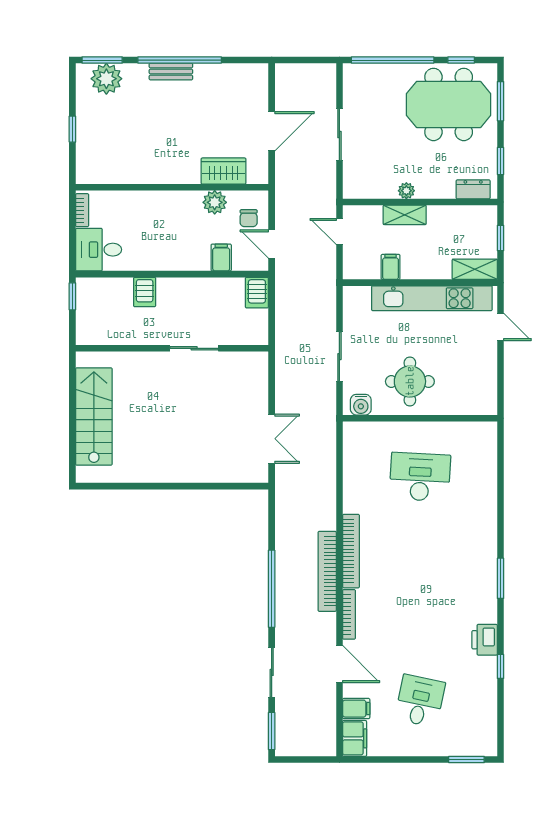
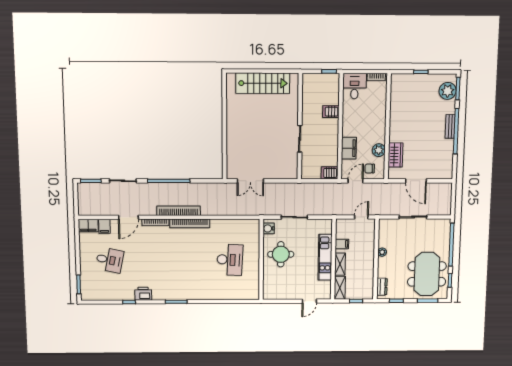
shelving: (405, 215) -> (340, 264), moved
filing cabinet: (221, 257) -> (349, 148), width x2.00
kitchen unit: (432, 298) -> (325, 257), width x0.73

